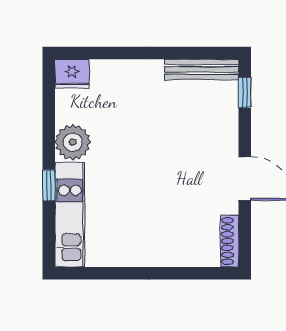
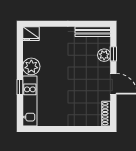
window: (245, 93) -> (113, 54), moved
plant: (225, 119) -> (104, 55), added

